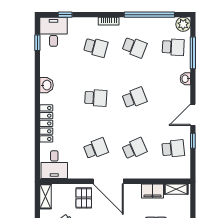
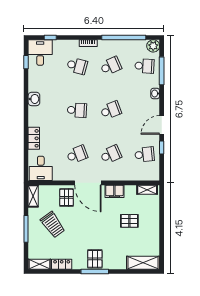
school desk: (134, 47) -> (111, 66), turned -45
locker: (46, 123) -> (34, 138), width x0.66
filing cabinet: (153, 191) -> (114, 191), moved

